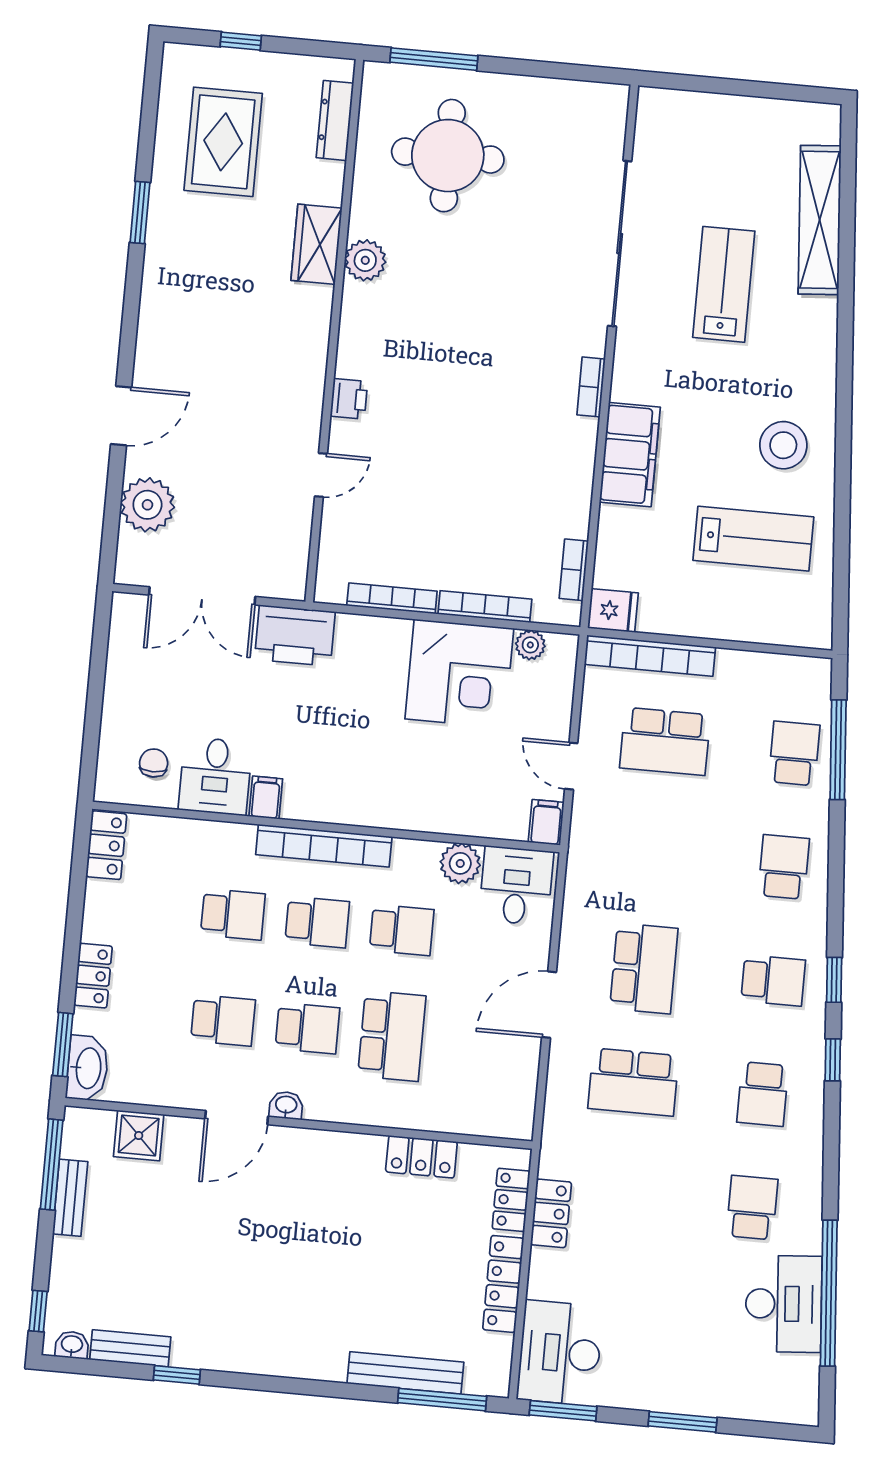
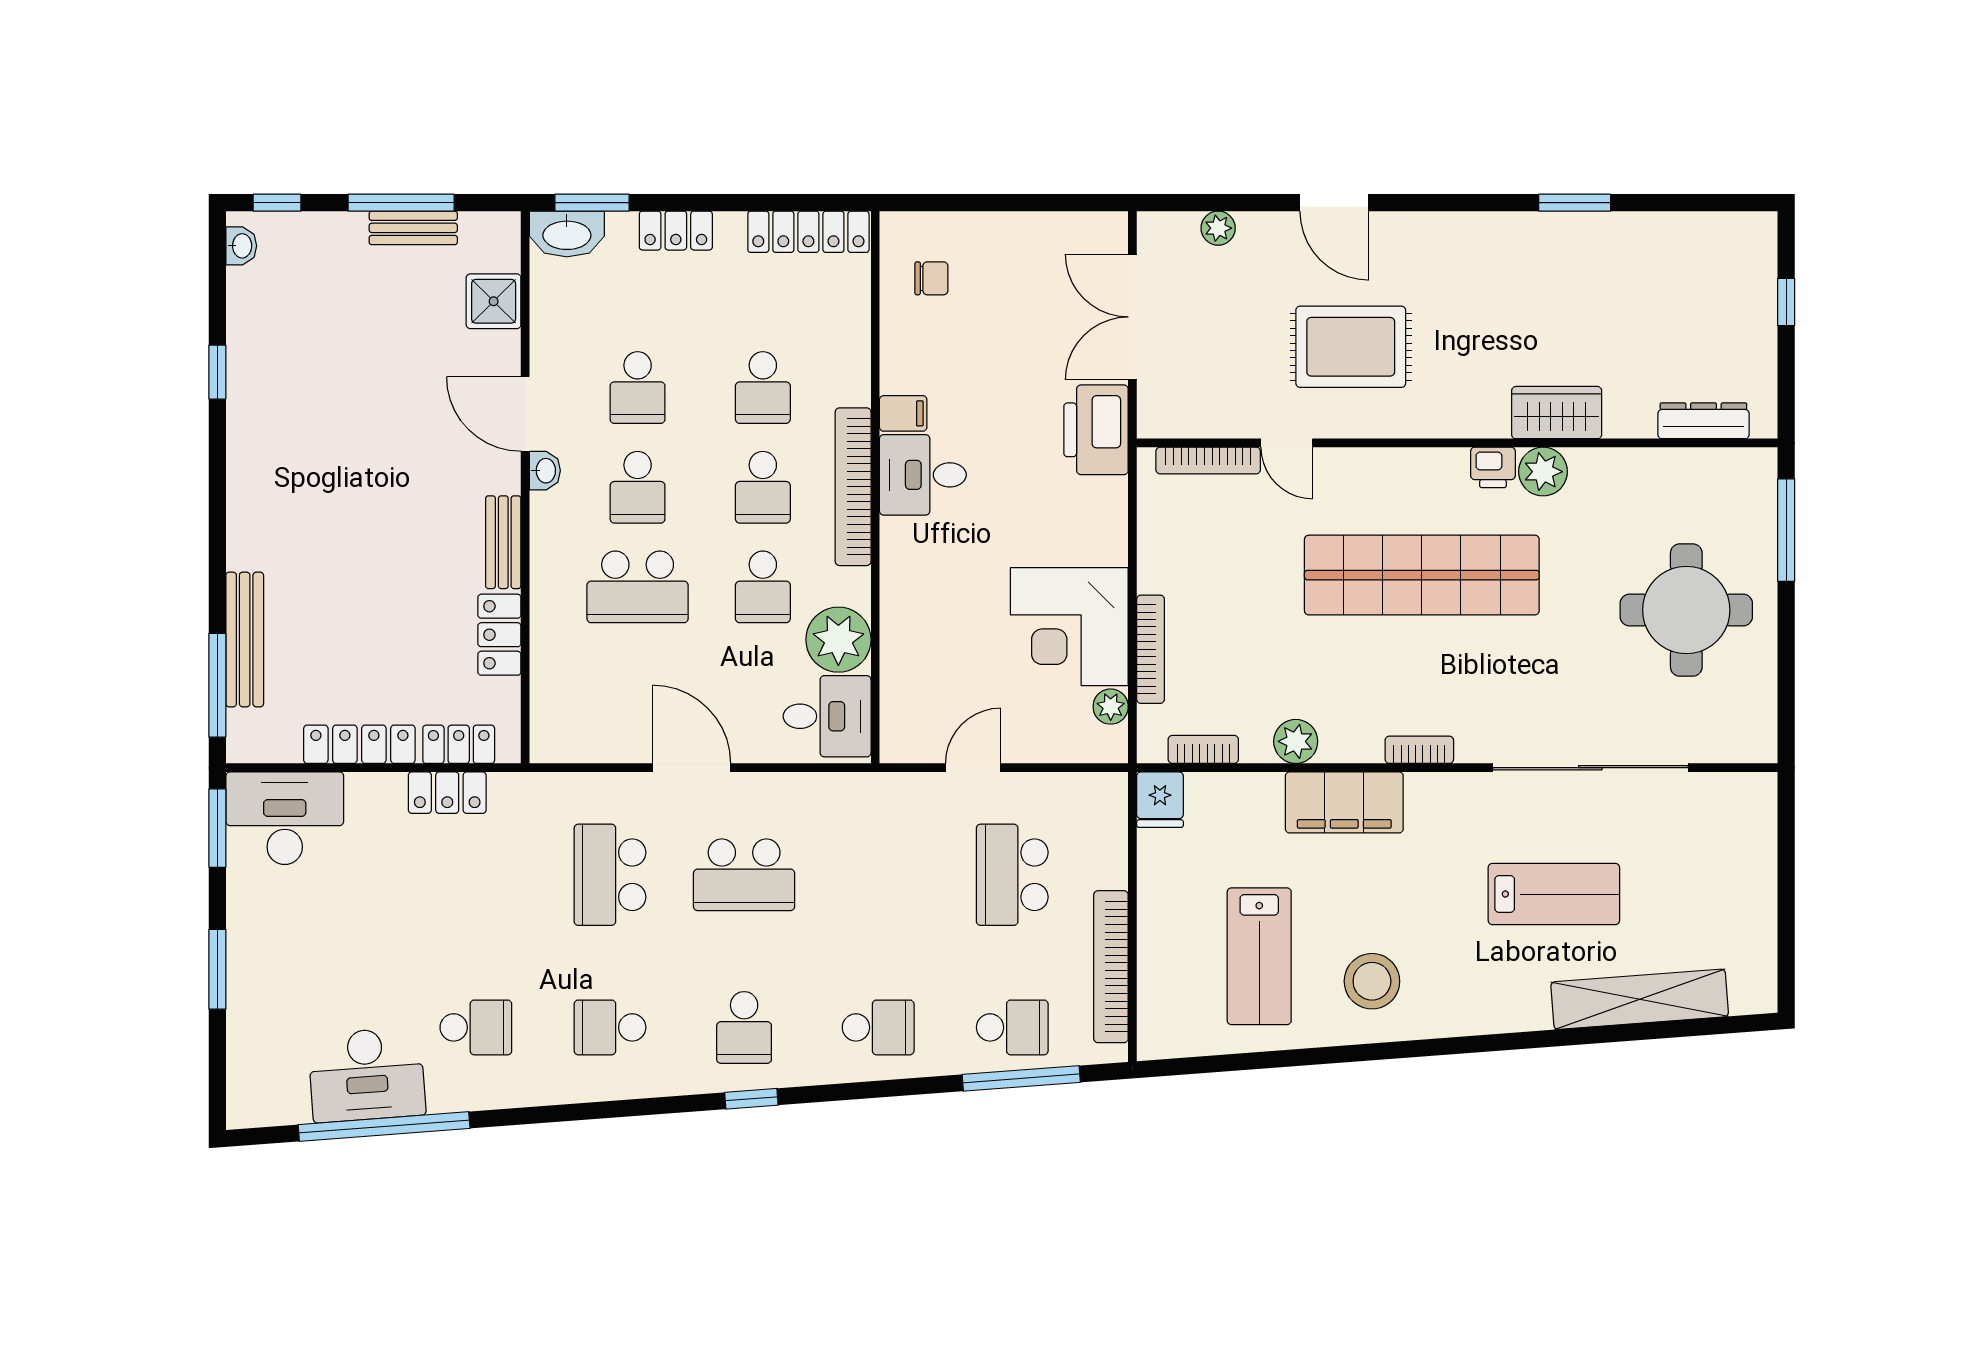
rug: (223, 142) -> (1351, 347), moved
round table: (448, 156) -> (1686, 610), moved
shop shelf: (443, 371) -> (1422, 575), added
printer: (349, 399) -> (1493, 467), moved
plant: (574, 491) -> (1296, 741), added
plant: (147, 505) -> (1218, 228), width x0.53, depth x0.53
bookcase: (392, 598) -> (1208, 461), moved, turned 90
bookcase: (650, 656) -> (1111, 967), moved
desk: (215, 776) -> (923, 475), moved
filing cabinet: (546, 822) -> (905, 745), removed
locker: (106, 845) -> (808, 232), width x1.53
plant: (460, 863) -> (838, 640), width x1.36, depth x1.36
window: (833, 1060) -> (658, 1106), removed
window: (52, 1165) -> (401, 203), moved
bench: (130, 1348) -> (503, 542), moved

